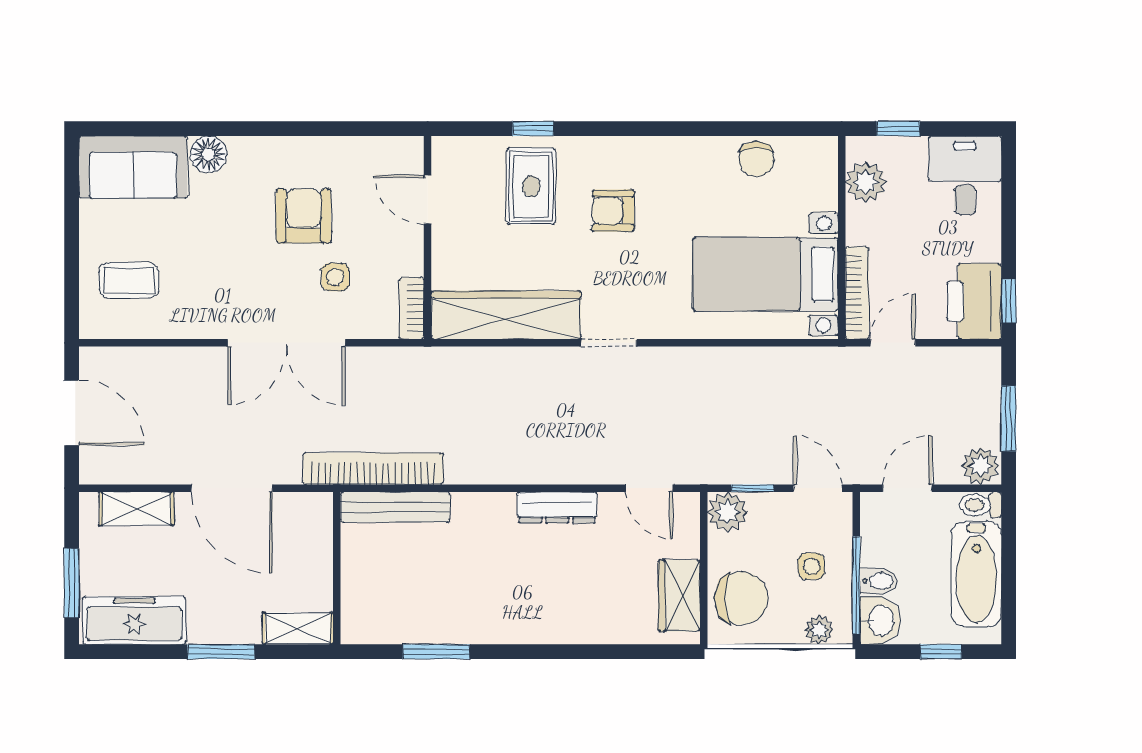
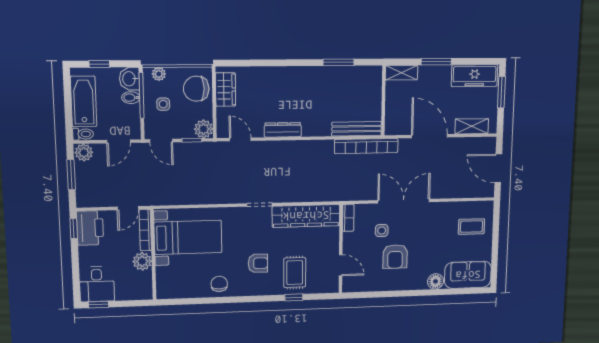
window: (898, 129) -> (99, 305), moved
chair: (756, 159) -> (219, 284), moved
plant: (866, 182) -> (142, 261), moved

